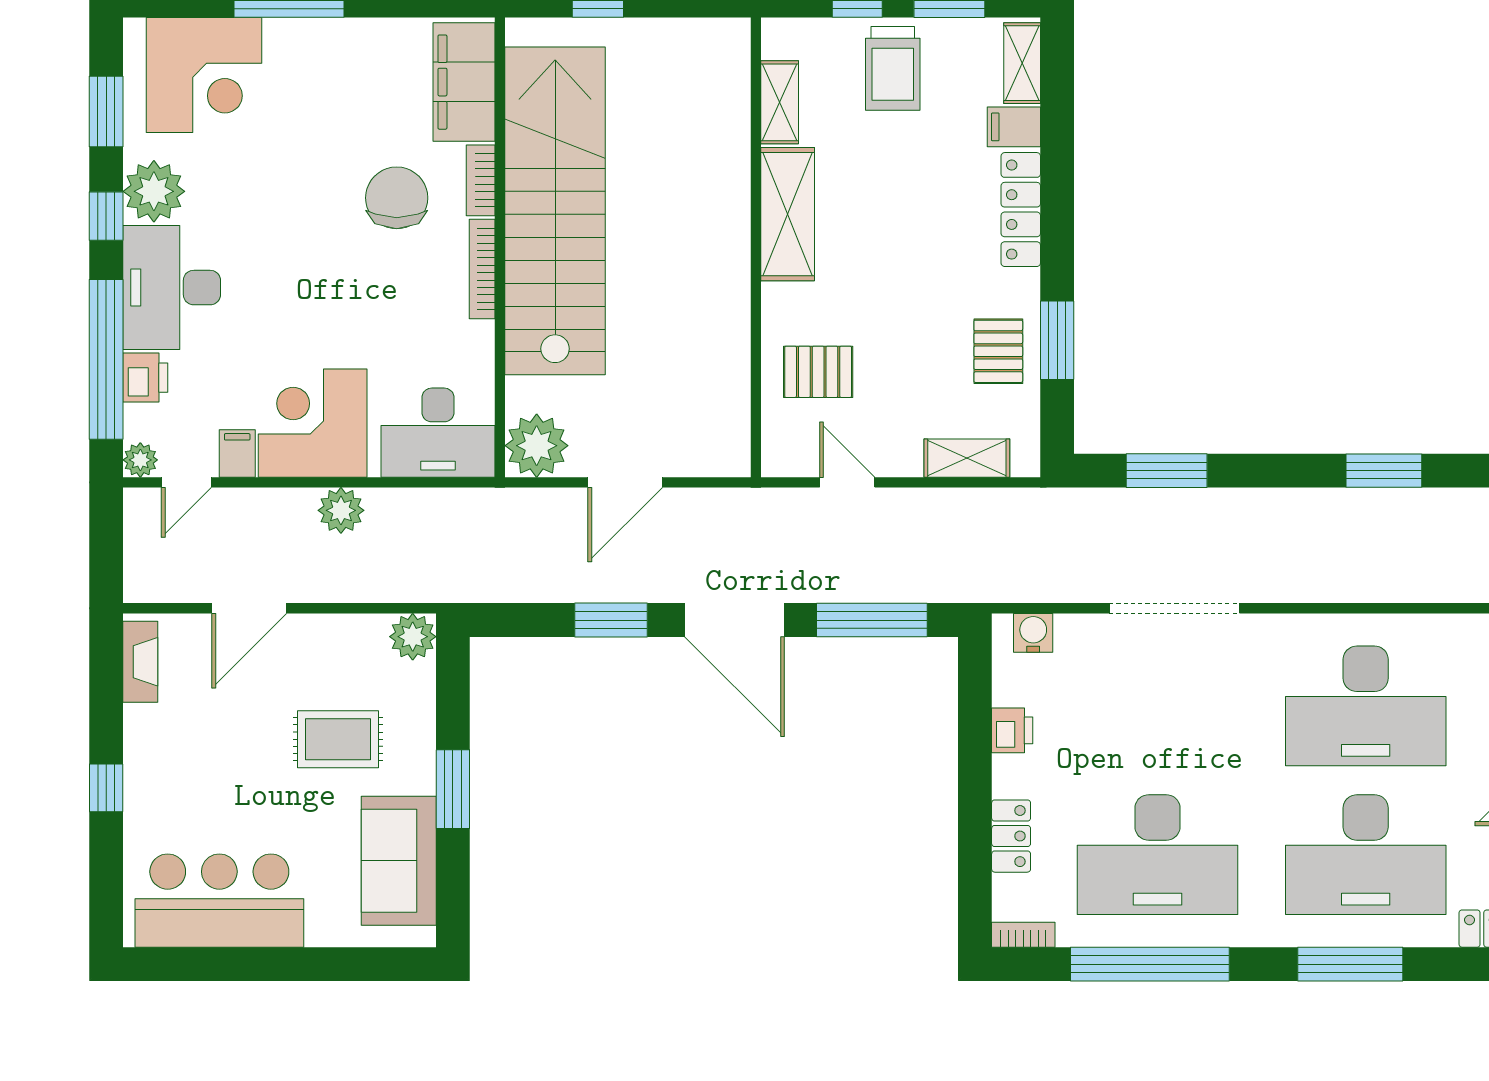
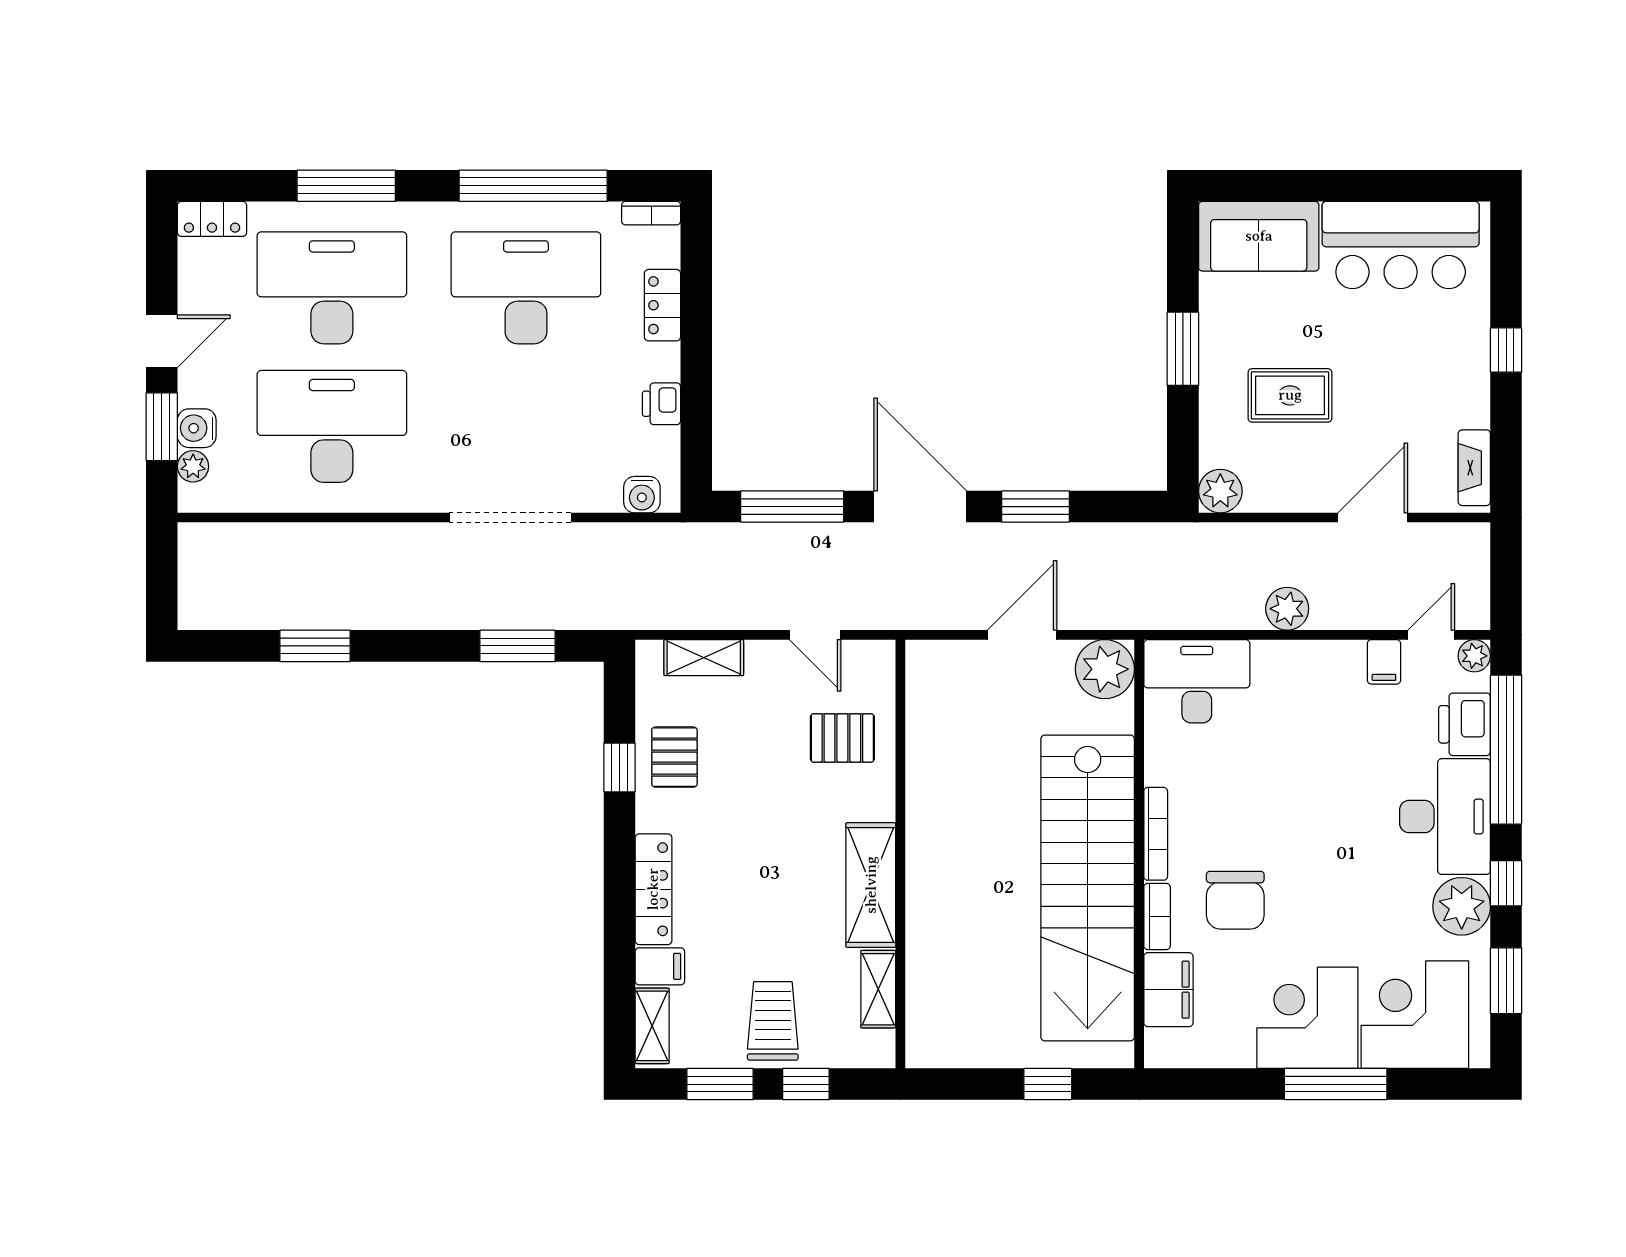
filing cabinet: (464, 82) -> (1168, 990), width x0.67, depth x0.86
window: (1057, 340) -> (619, 767), width x0.67
printer: (145, 378) -> (1465, 724), width x1.36, depth x1.24
corner desk: (313, 423) -> (1307, 1018), moved, turned 180
sofa: (399, 861) -> (1259, 236), moved, turned 90

